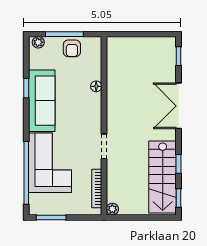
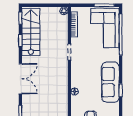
corner sofa: (50, 163) -> (105, 28), moved

